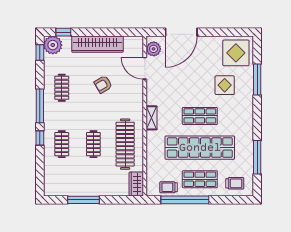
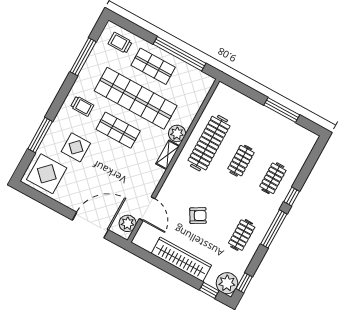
plant: (154, 138) -> (177, 133), added
wardrobe: (136, 184) -> (220, 97), removed
trolley: (169, 187) -> (82, 106), moved

